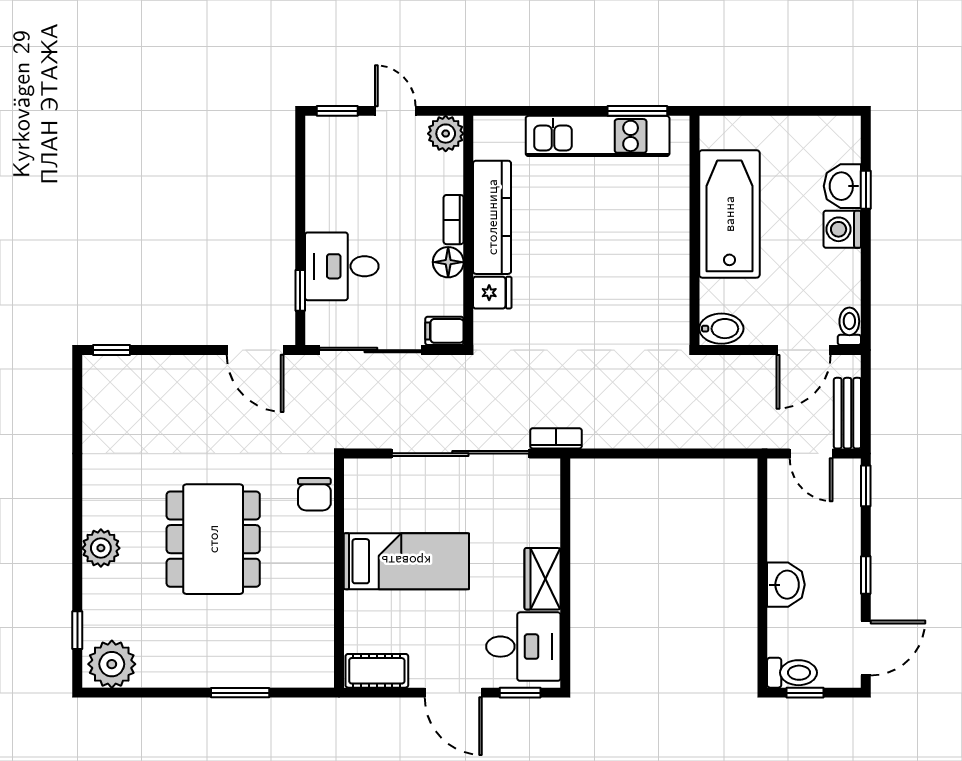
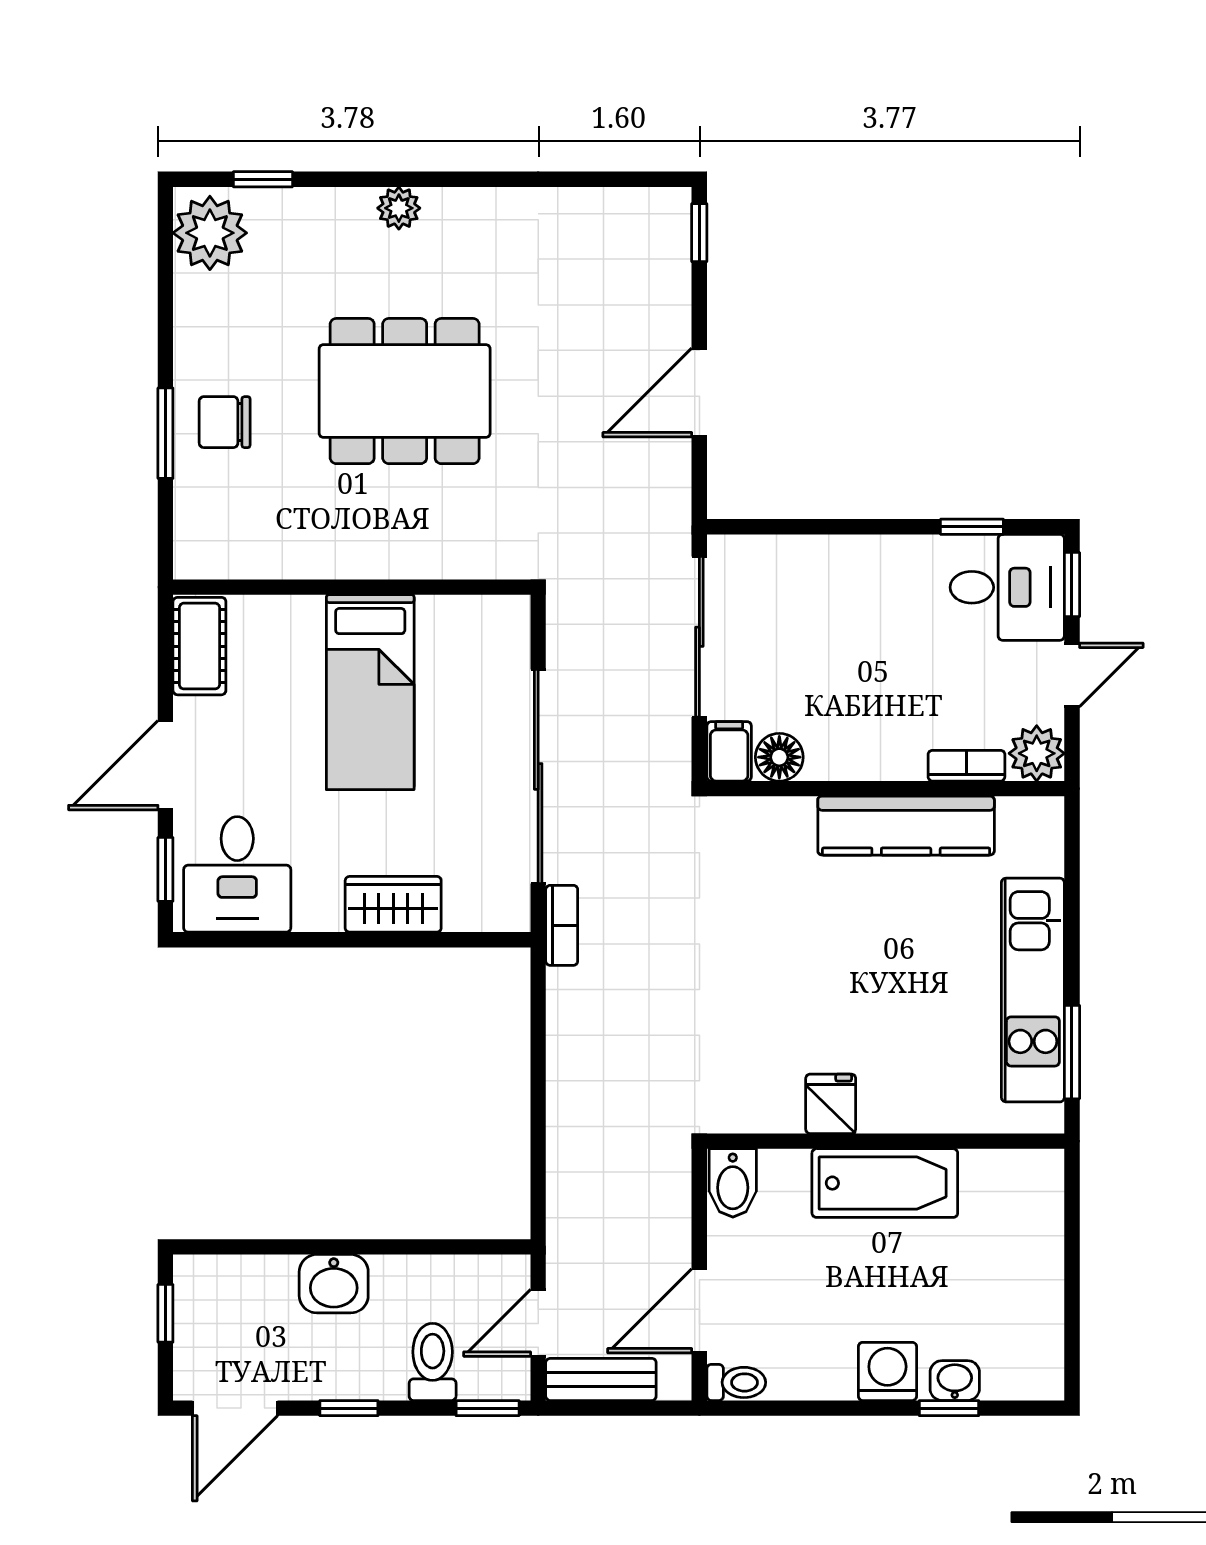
washbasin: (842, 186) -> (955, 1381), width x0.72, depth x0.69
bathtub: (729, 214) -> (885, 1183), width x0.73, depth x0.73
bookcase: (454, 220) -> (966, 766), moved
floor lamp: (448, 262) -> (779, 757), moved
desk: (342, 266) -> (1007, 587), moved, turned 90
window: (300, 290) -> (972, 527), moved
fridge: (492, 293) -> (831, 1104), moved, turned 180
door: (255, 350) -> (699, 393), moved
door: (804, 350) -> (699, 1311), hinge flipped
chair: (314, 494) -> (225, 422), moved
plant: (101, 548) -> (399, 208), width x0.73, depth x0.73
wardrobe: (543, 579) -> (393, 904), moved
door: (866, 648) -> (235, 1408), hinge flipped
toilet: (792, 673) -> (433, 1362), moved, turned 180

